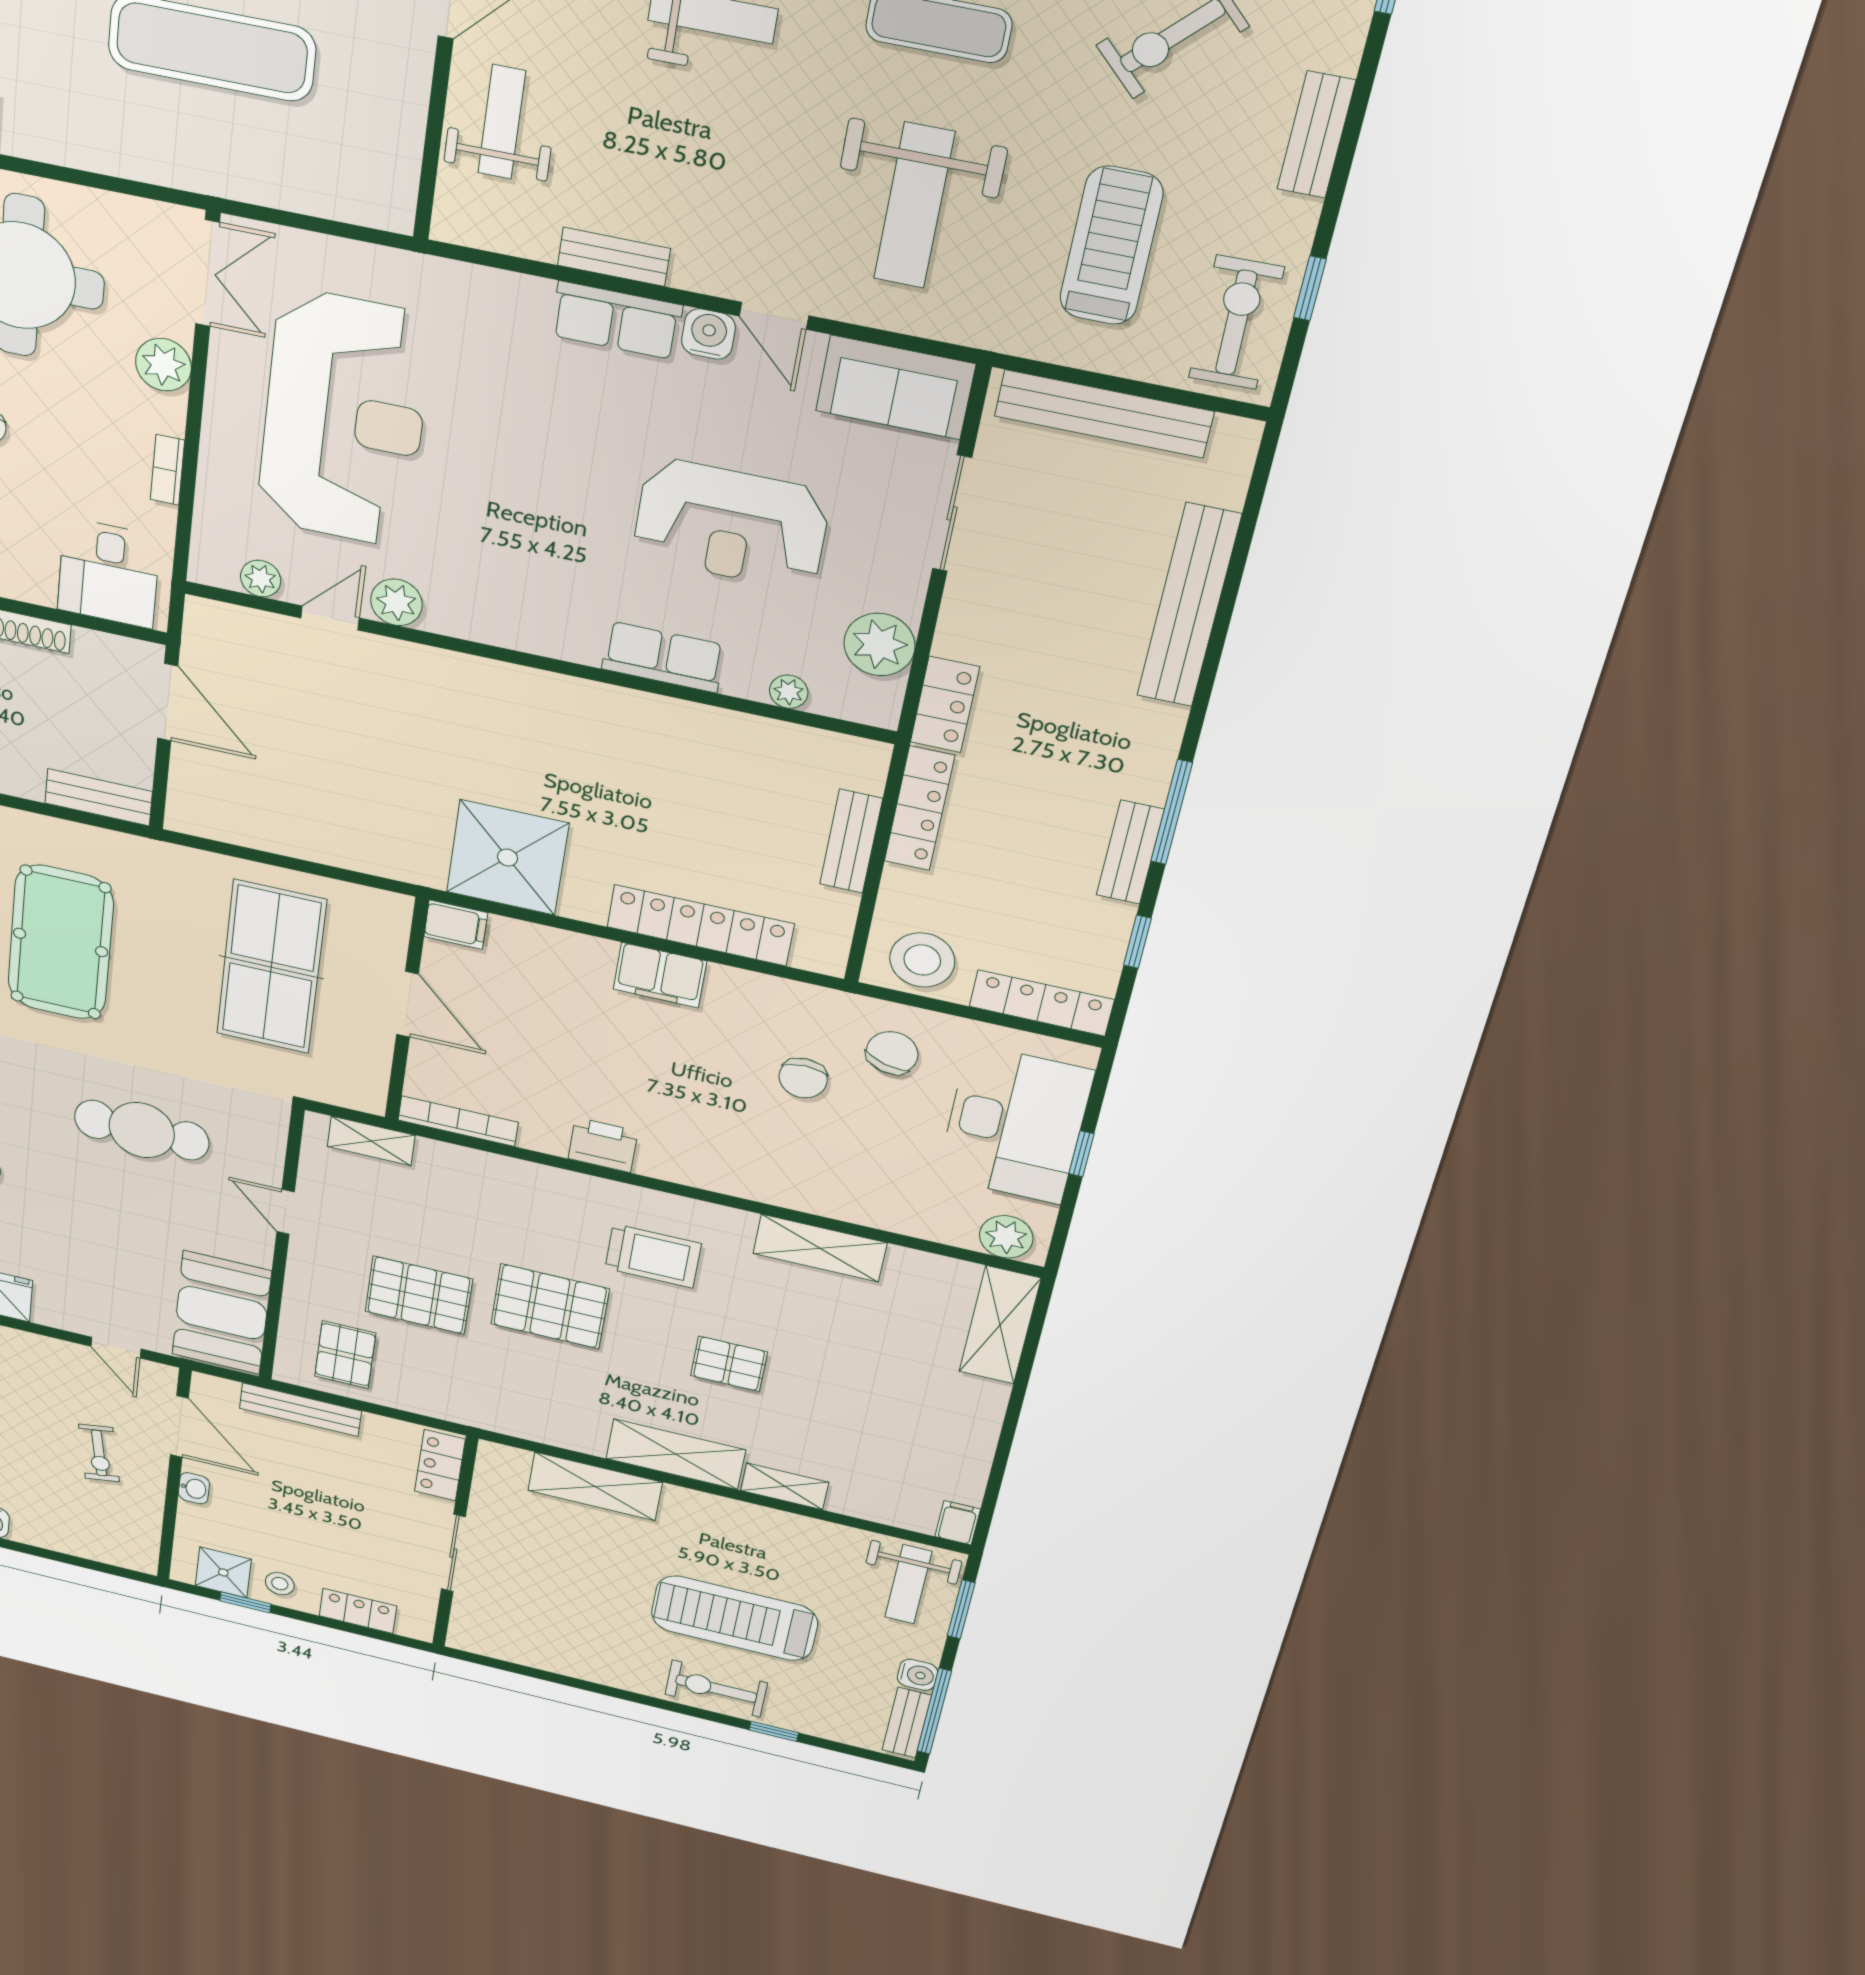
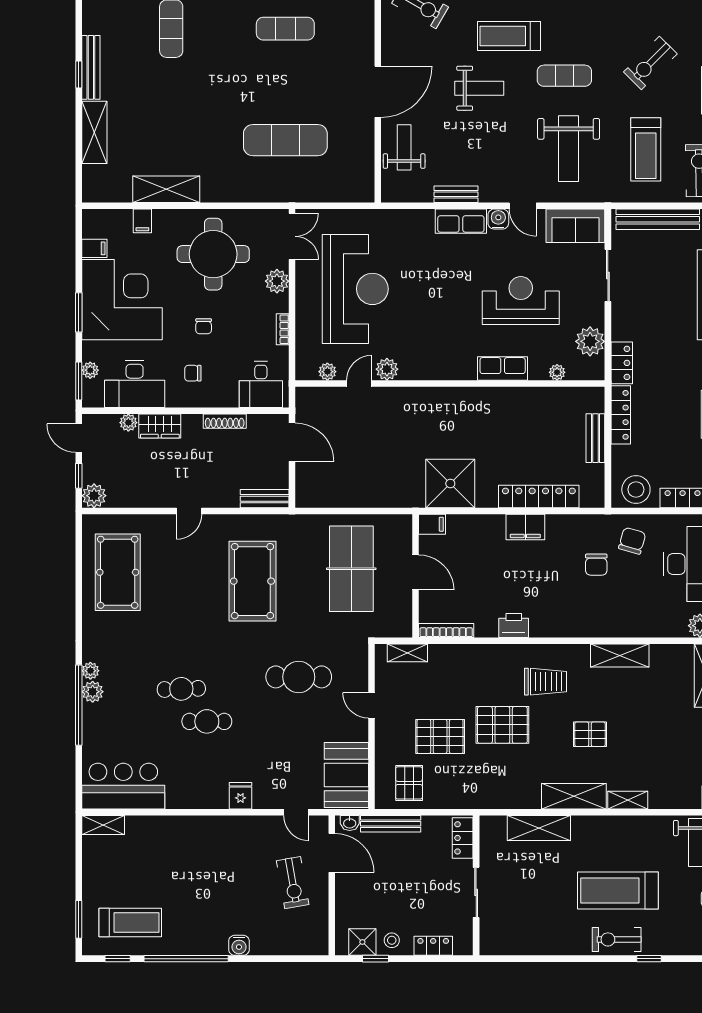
treadmill: (1111, 246) -> (646, 149), turned 180
reception desk: (731, 524) -> (521, 301), turned 180
exercise bike: (99, 1453) -> (293, 883), width x1.38, depth x1.39
washbasin: (194, 1488) -> (350, 823), moved, turned 90

